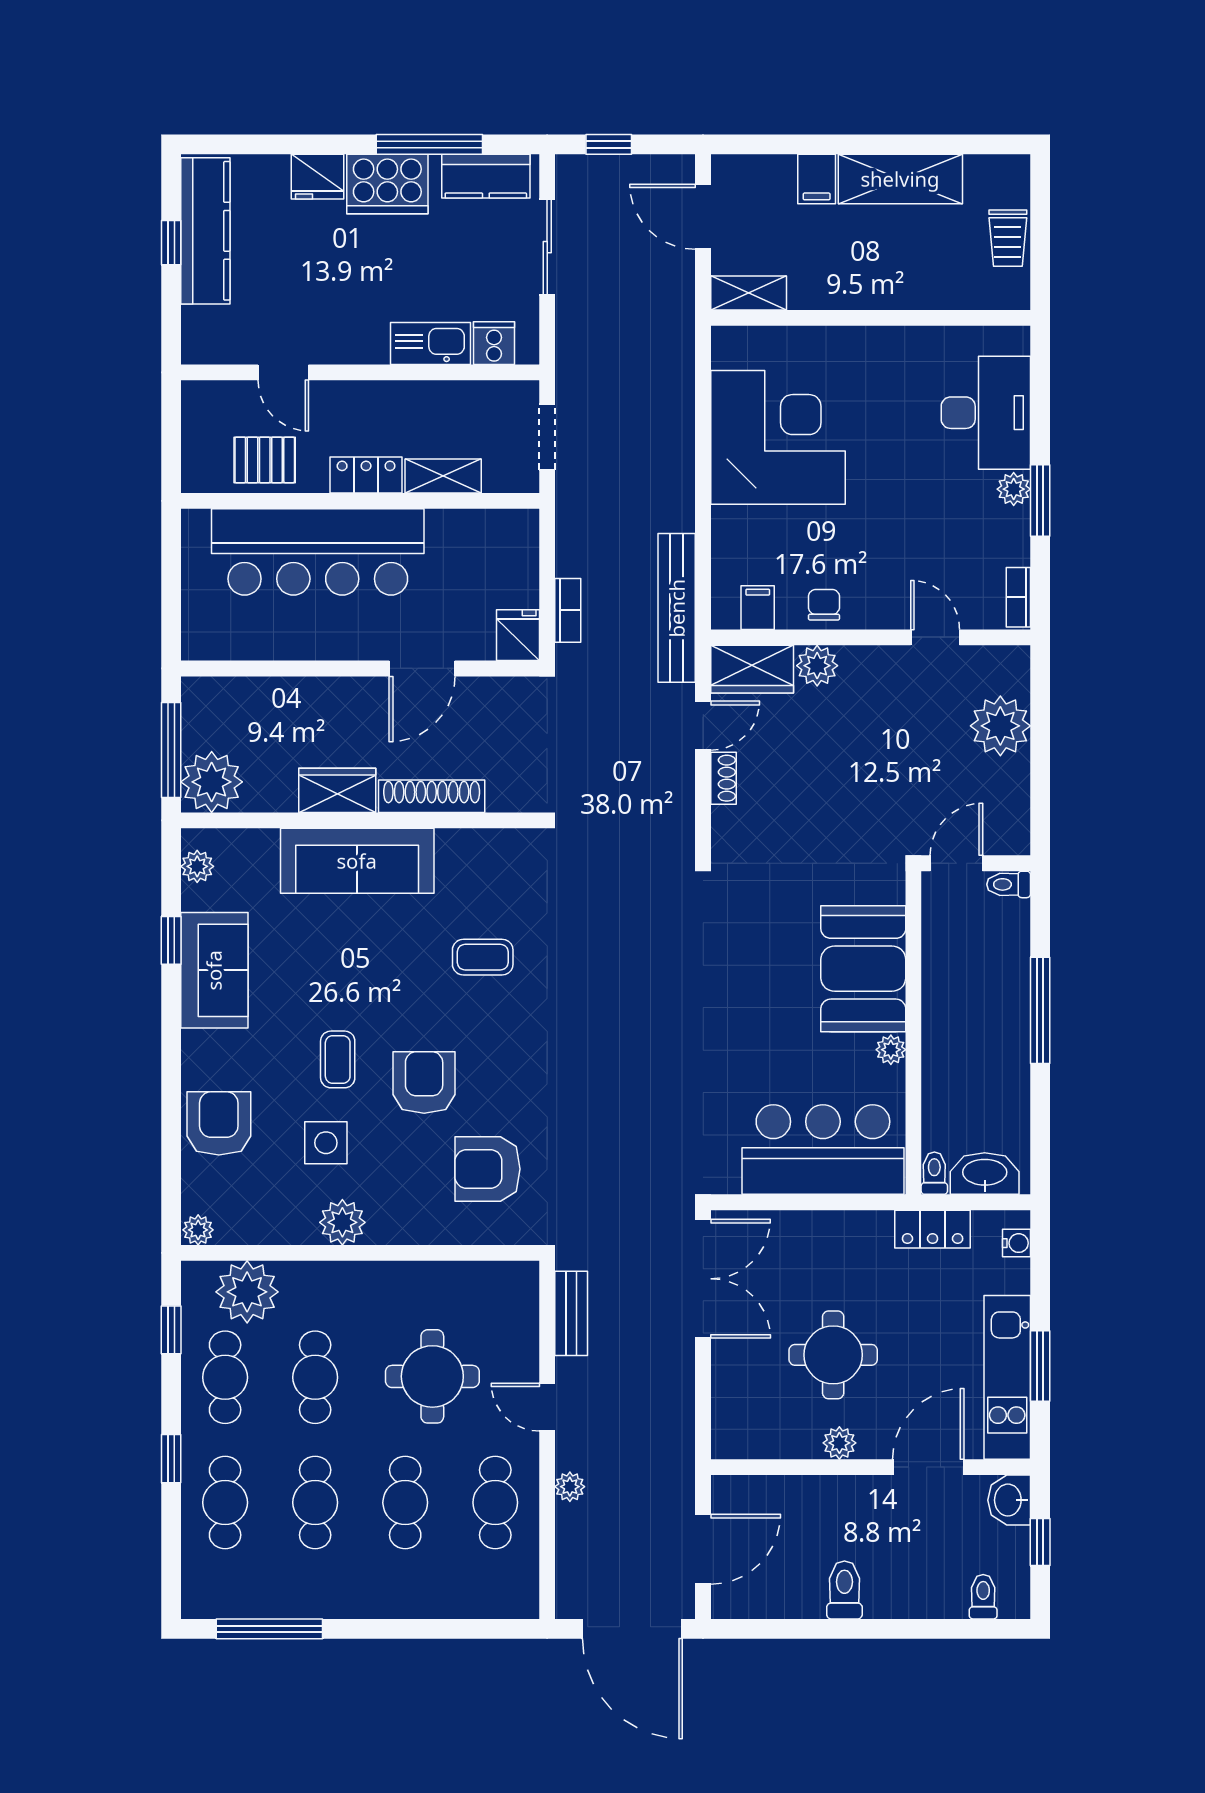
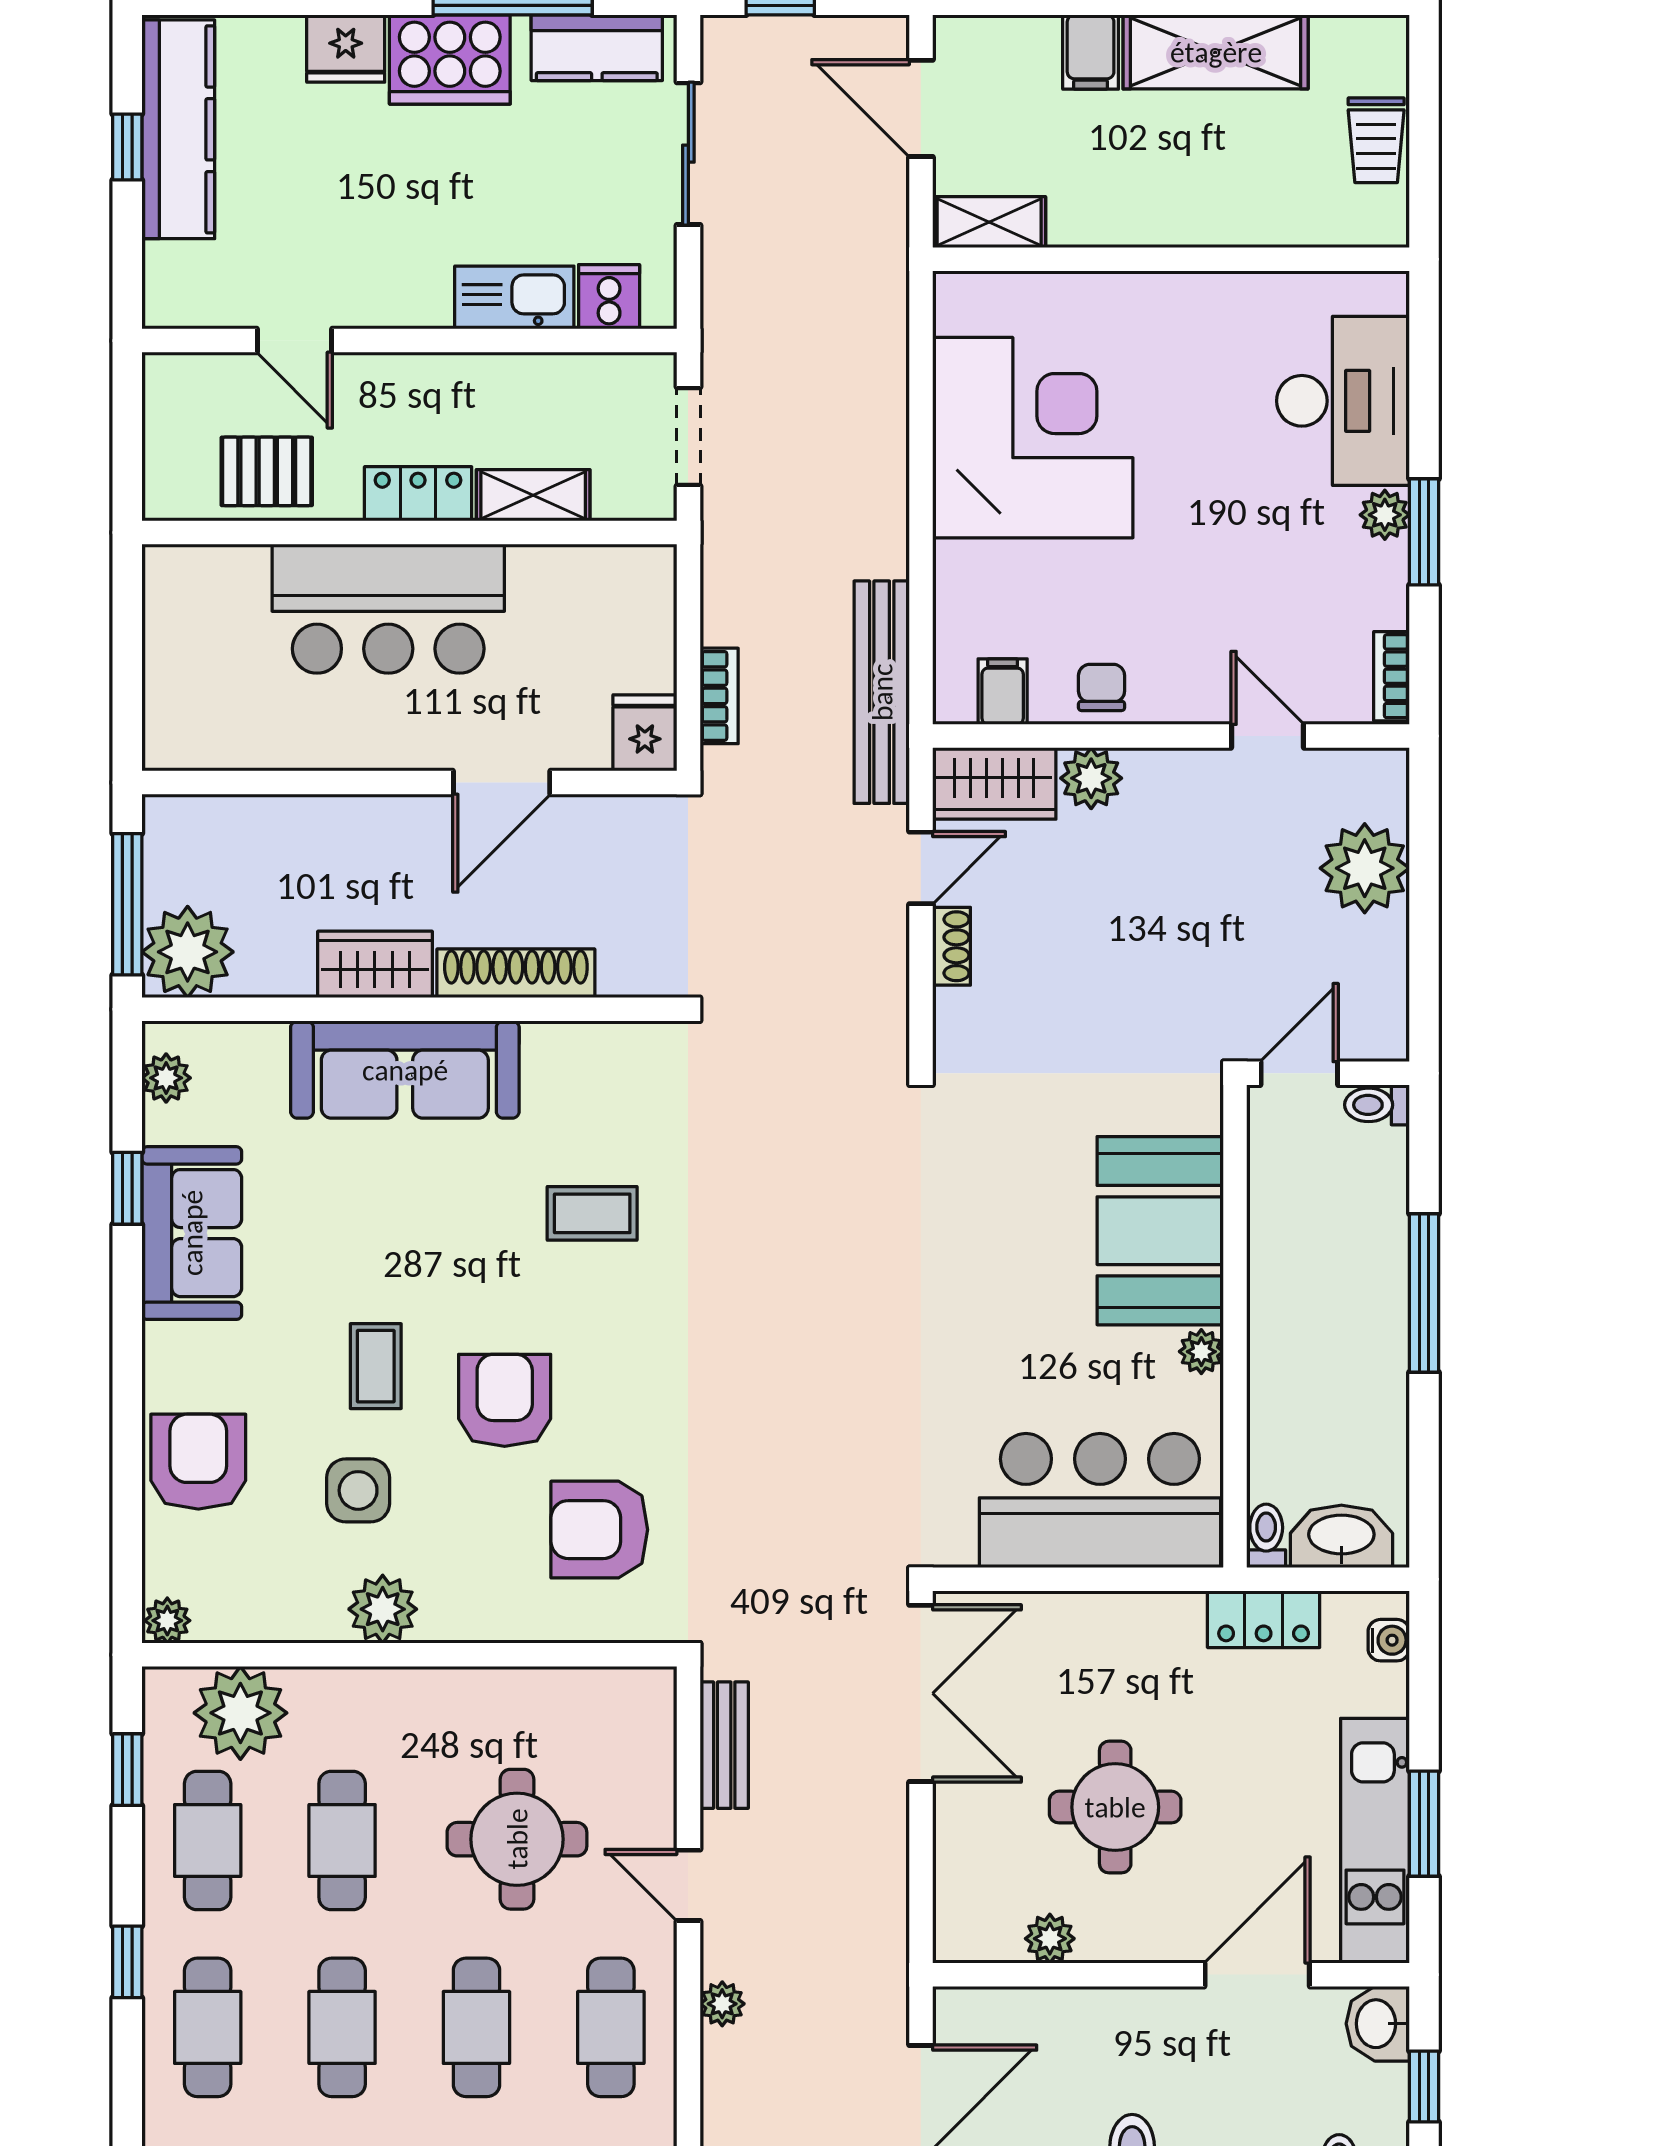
bar counter: (318, 552) -> (388, 609), width x0.73
plant: (839, 1443) -> (1050, 1939), moved

